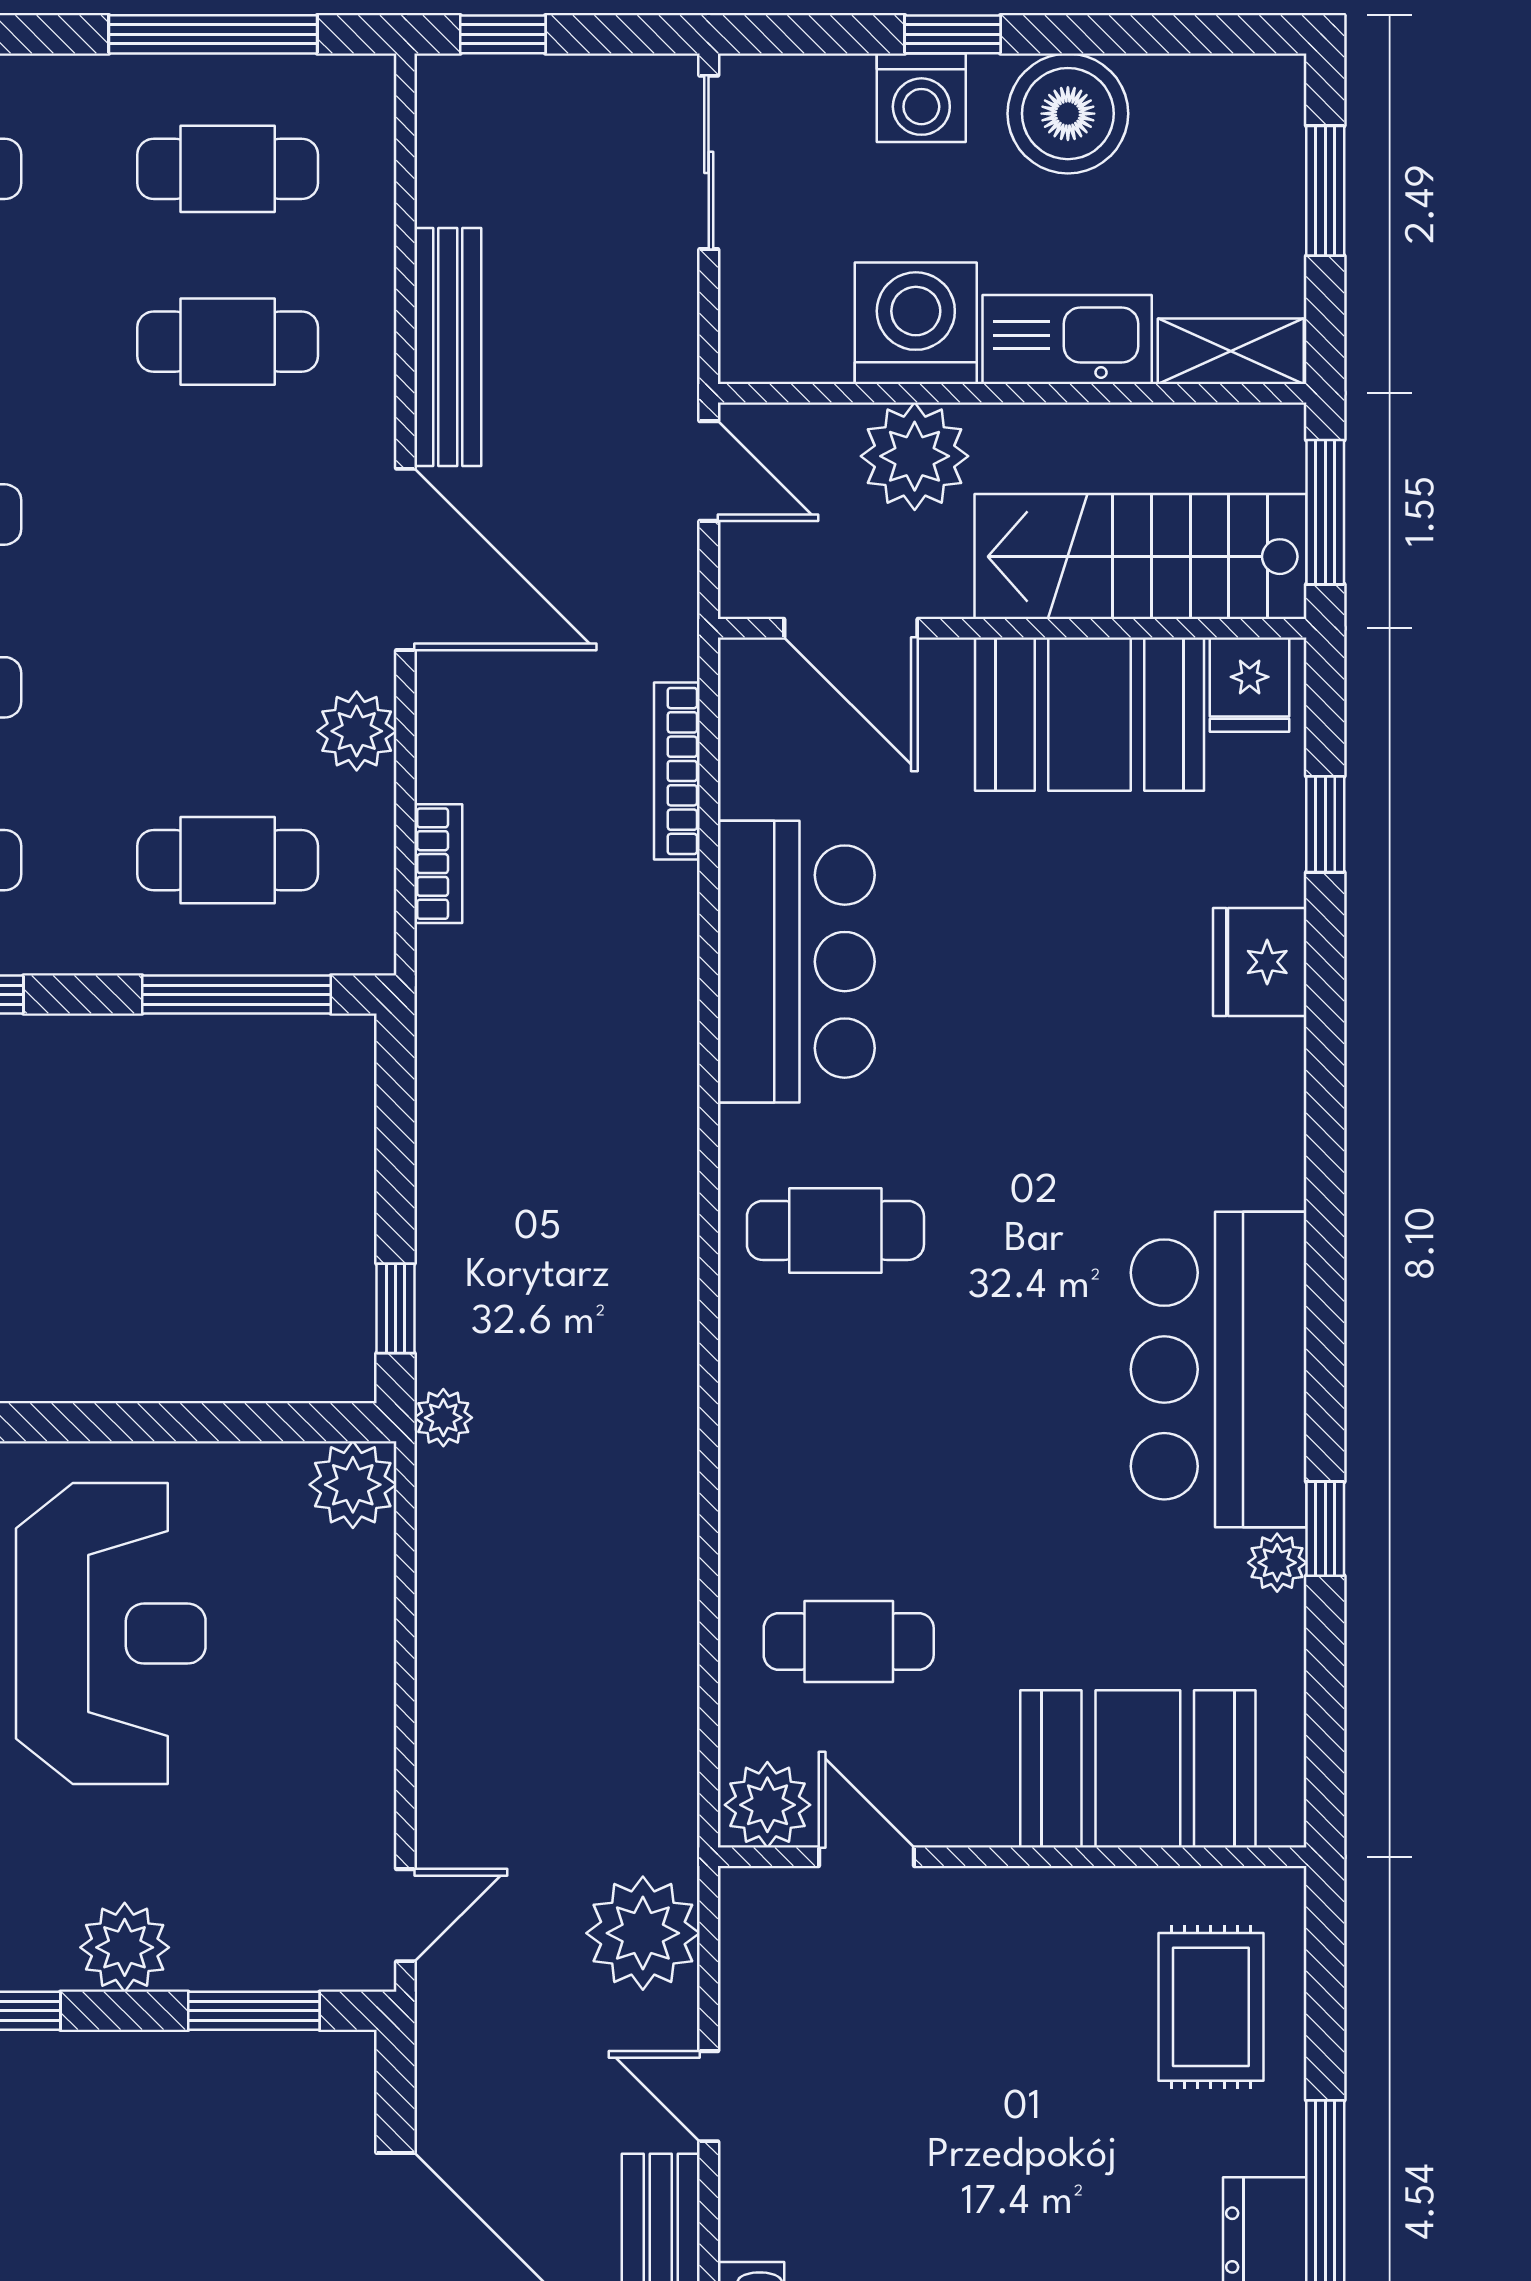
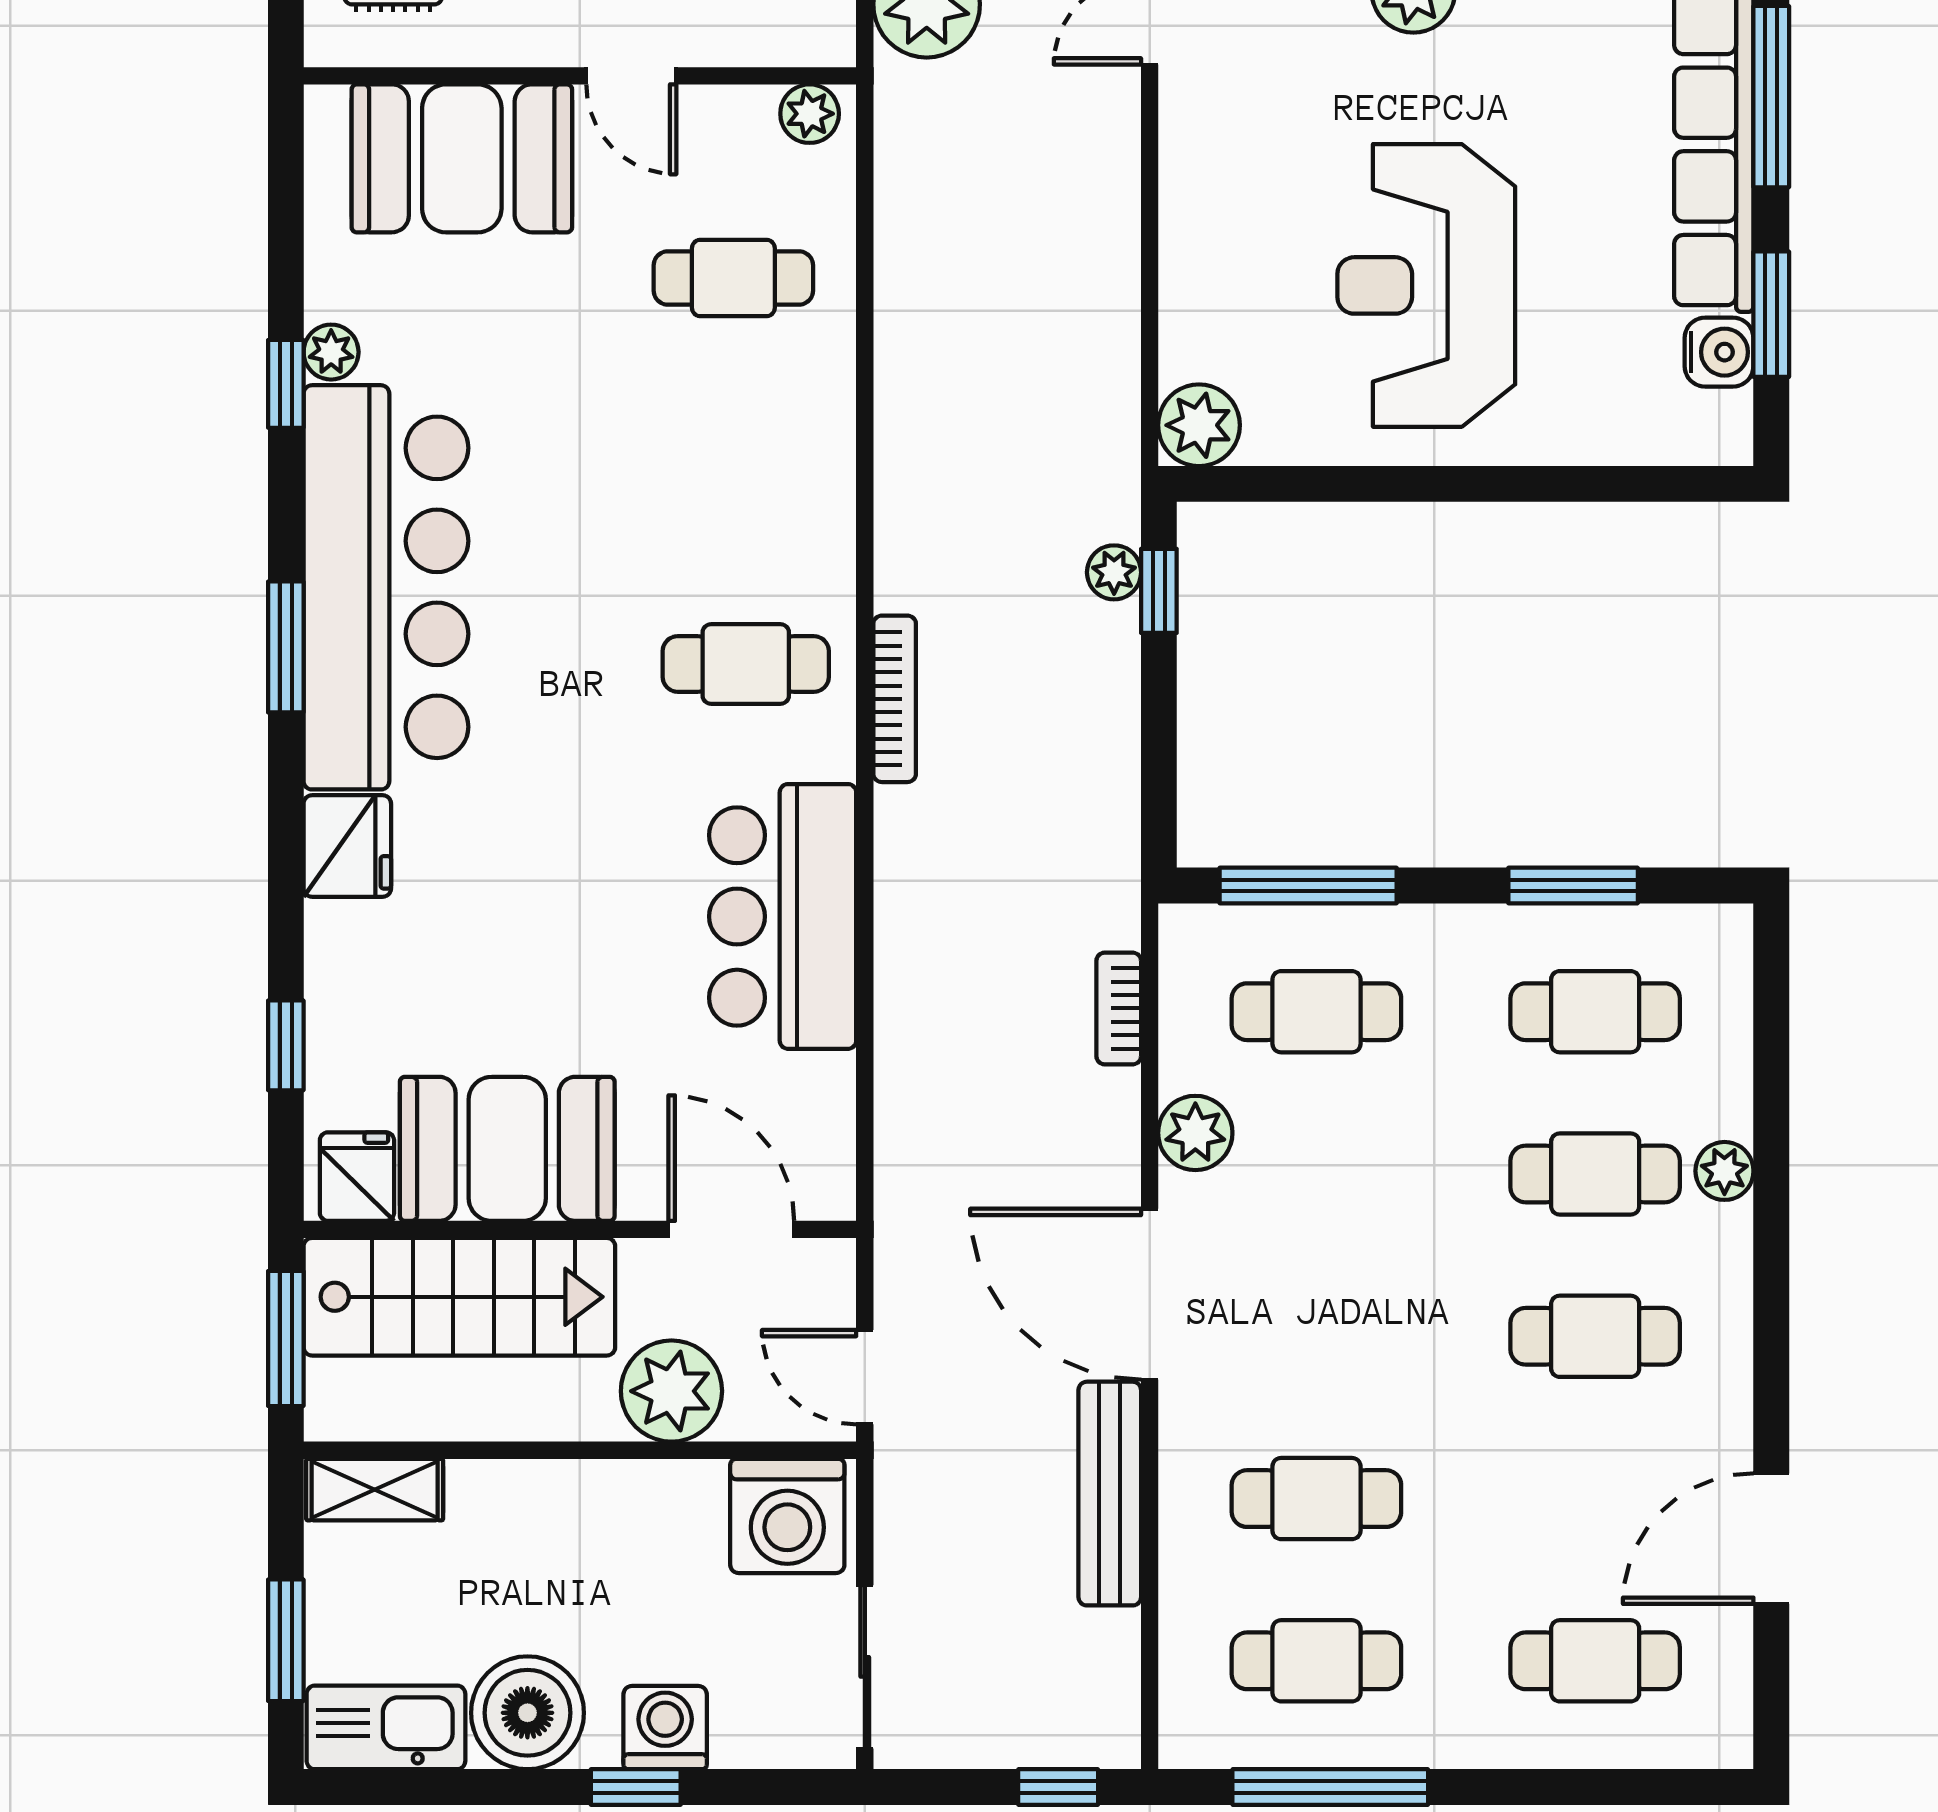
washing machine: (916, 323) -> (787, 1516), moved
kitchen sink: (1067, 339) -> (386, 1727), moved, turned 180
bookcase: (677, 771) -> (895, 699), moved
fridge: (1260, 962) -> (347, 846), moved
window: (1325, 1249) -> (286, 647), added
bar counter: (1219, 1369) -> (386, 587), width x1.36
plant: (443, 1418) -> (1114, 572), moved
plant: (767, 1805) -> (810, 114), width x0.73, depth x0.73
door: (867, 1857) -> (631, 76), moved

